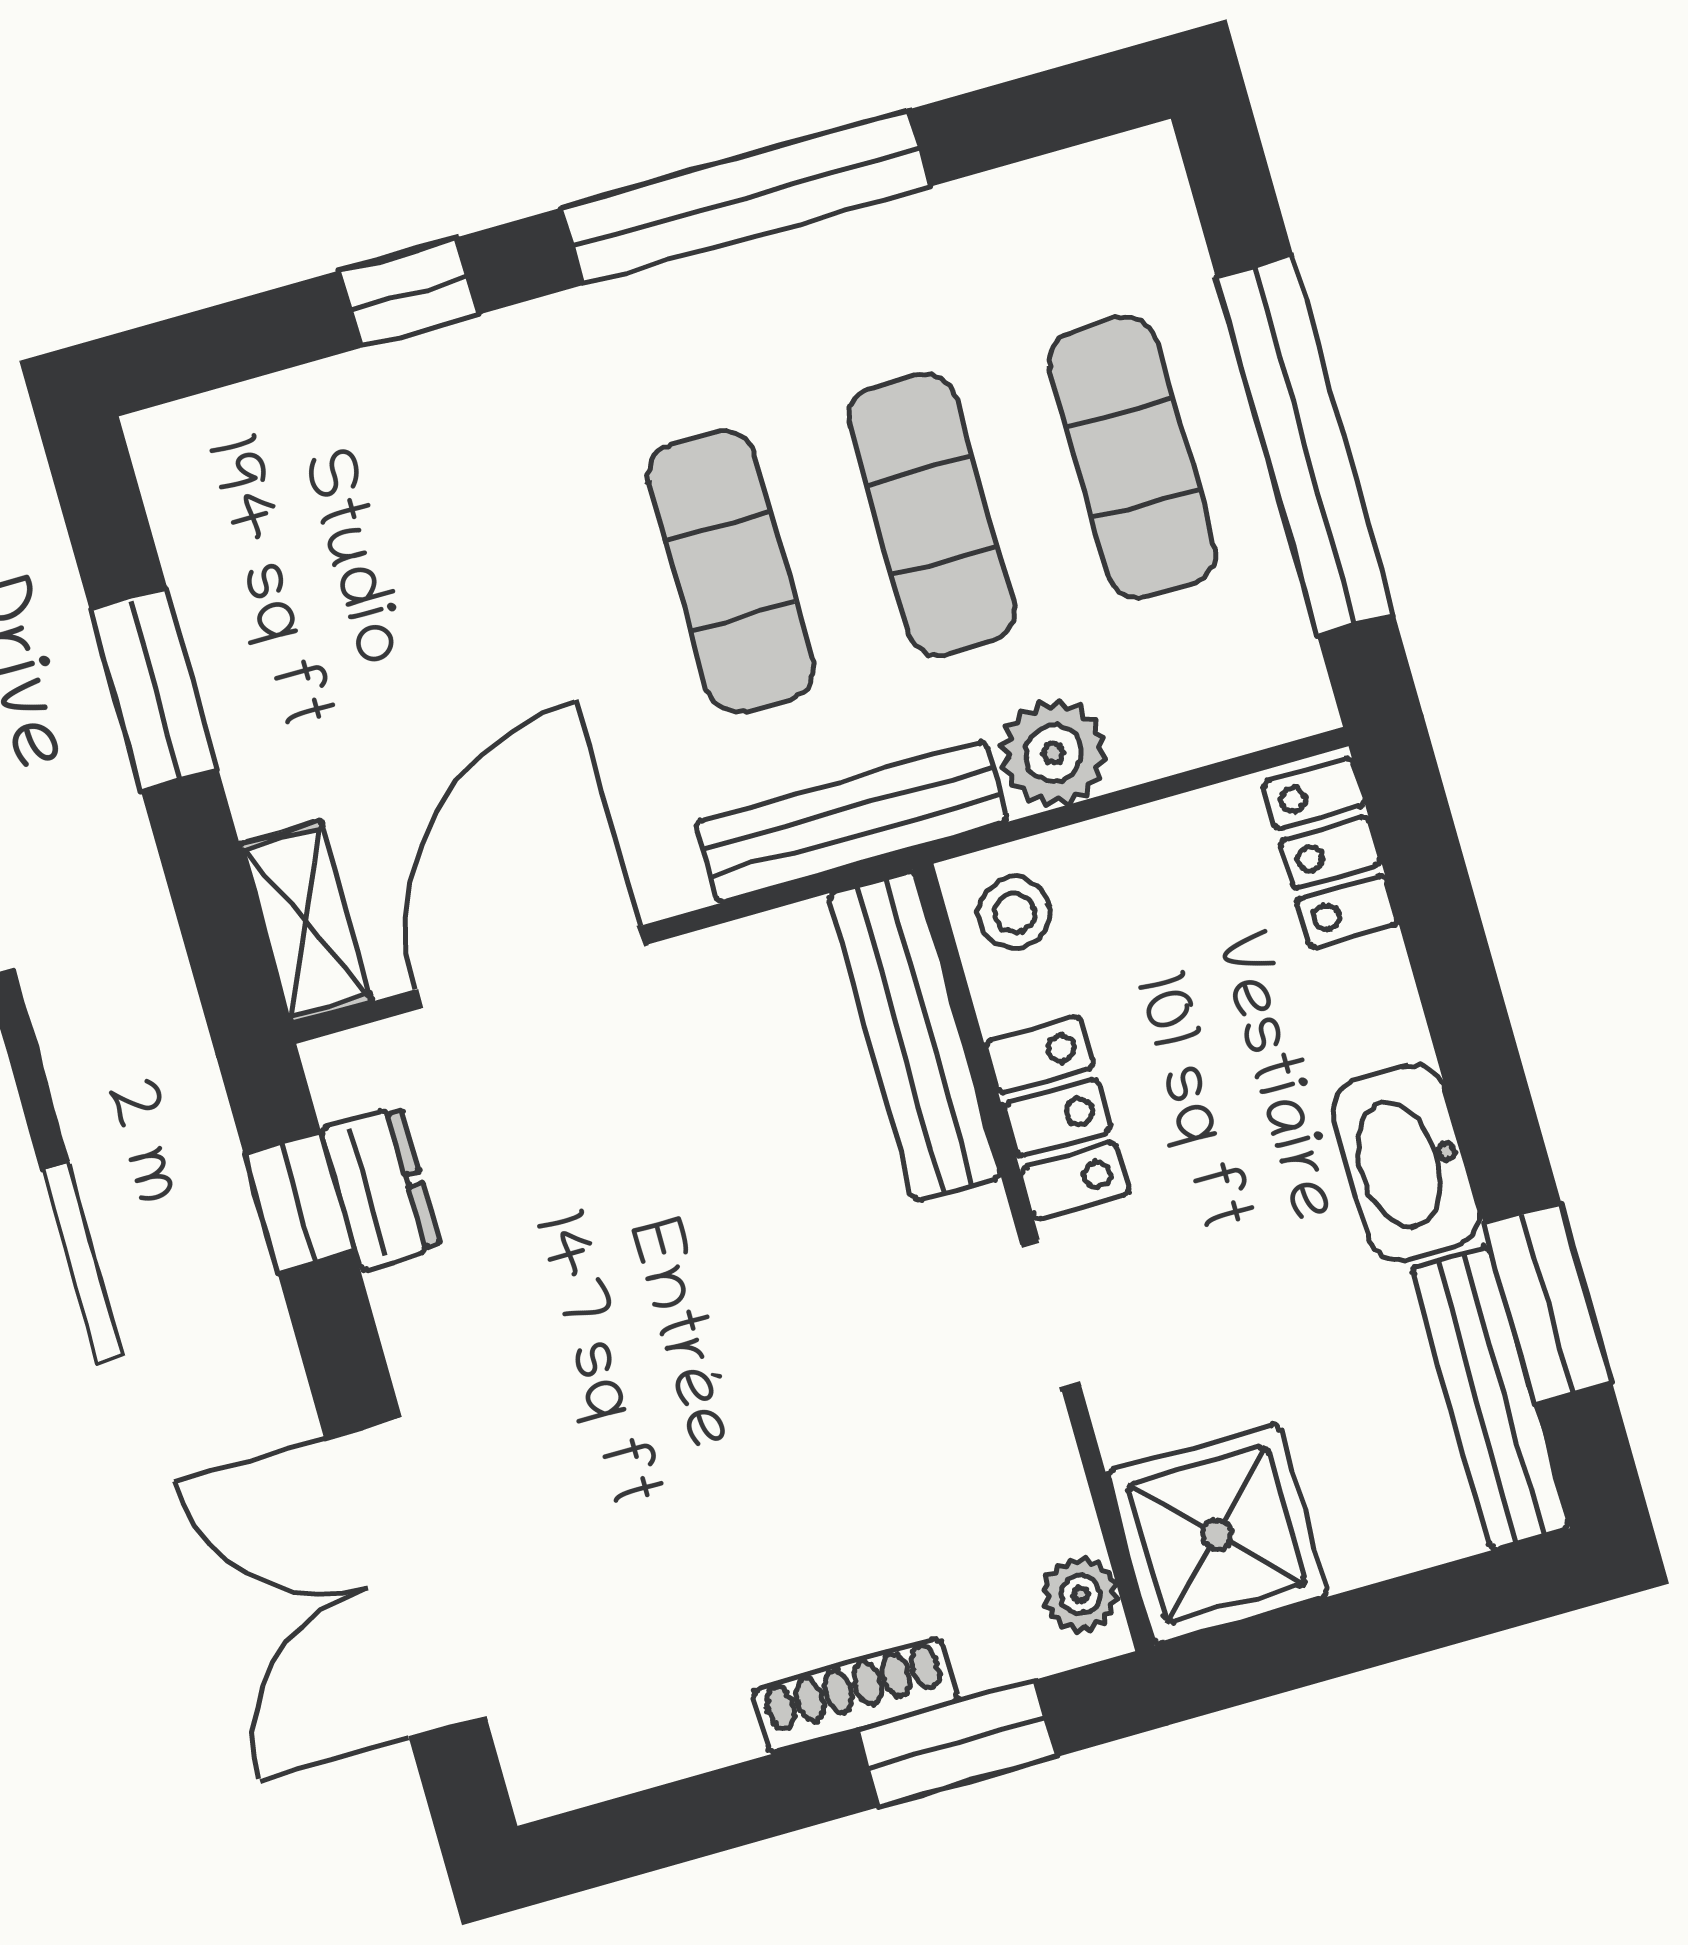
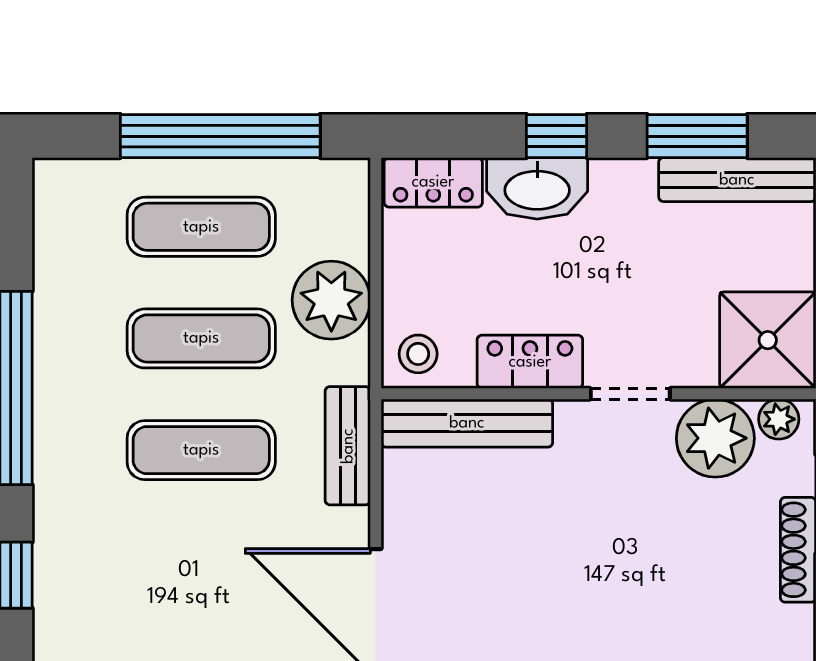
plant: (1053, 753) -> (331, 300), width x1.36, depth x1.36
bench: (852, 822) -> (348, 446), width x0.73
window: (1476, 1051) -> (557, 136), added
washbasin: (1407, 1163) -> (537, 188), moved
plant: (1014, 1490) -> (715, 438), added

